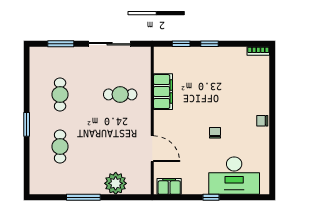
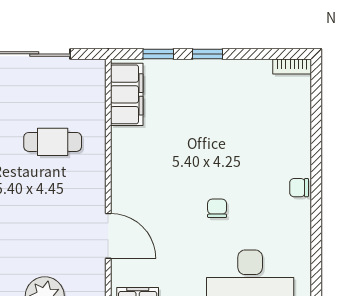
filing cabinet: (163, 92) -> (127, 94), moved

